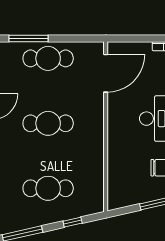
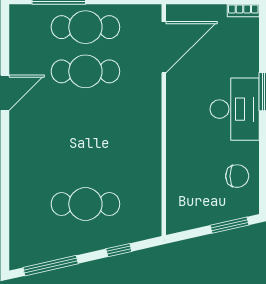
cafe table: (48, 123) -> (85, 71), moved

